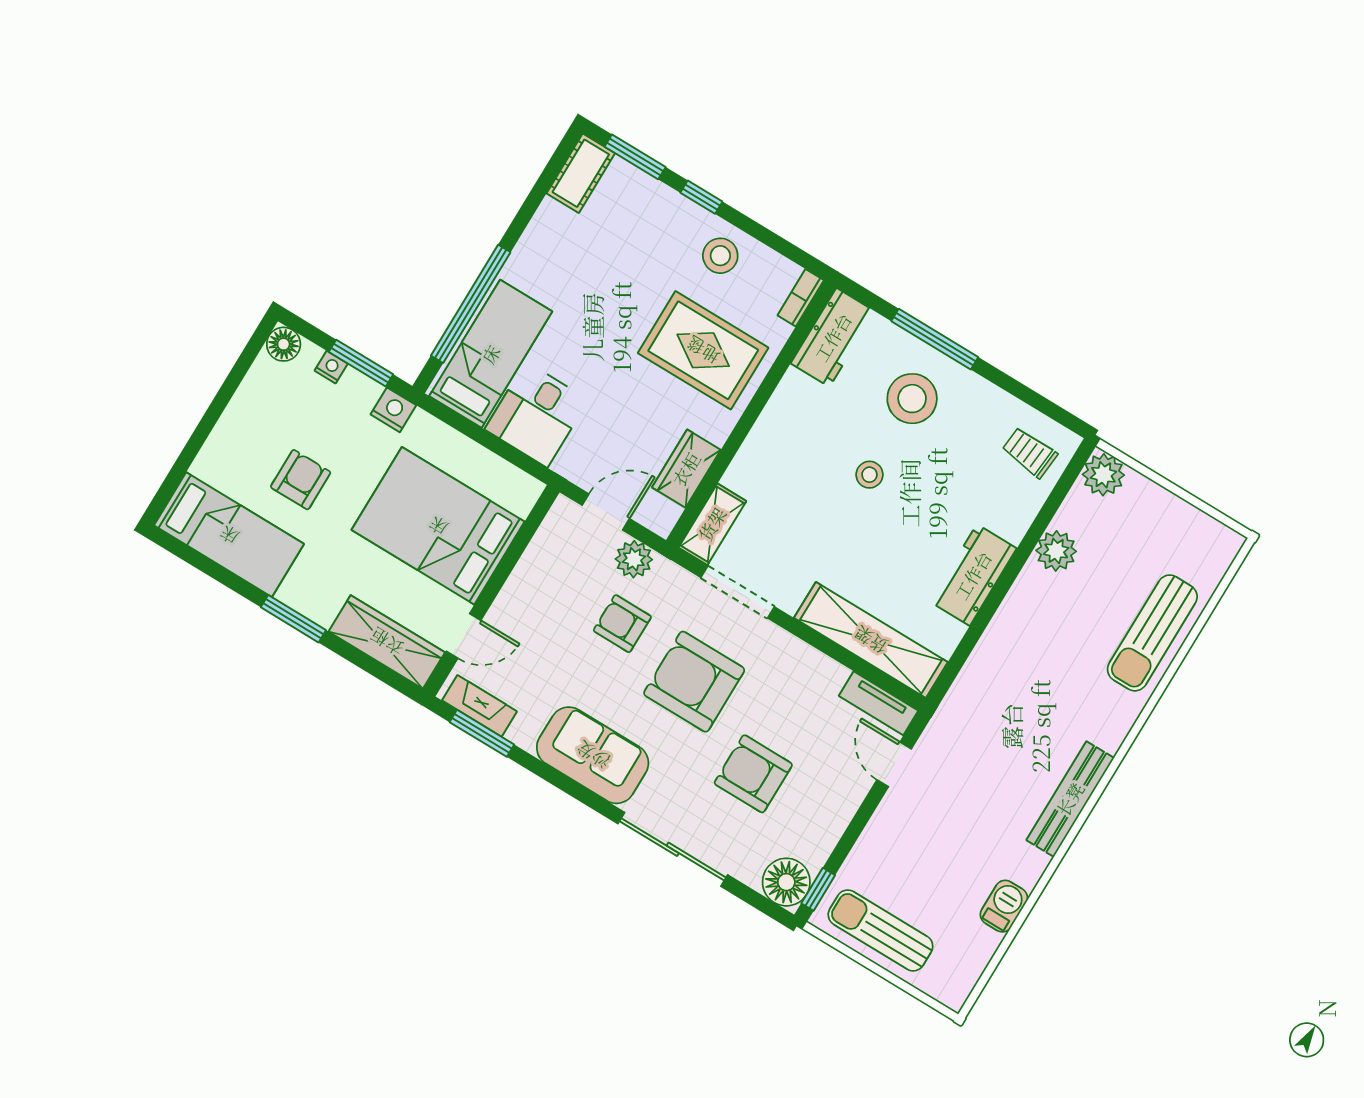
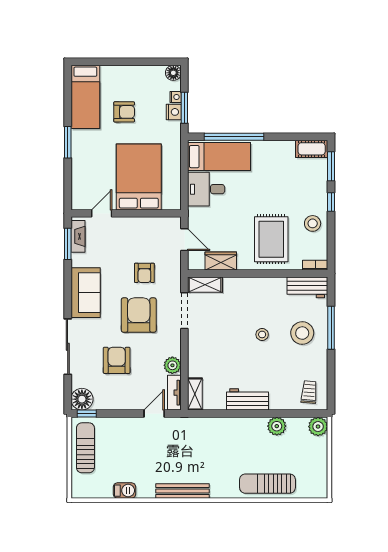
nightstand: (393, 410) -> (174, 112), moved
plant: (634, 559) -> (172, 365), moved
armchair: (622, 624) -> (144, 273), turned 180
door: (464, 636) -> (102, 213), swing flipped
shelving: (871, 640) -> (195, 394), width x0.45, depth x0.75
wardrobe: (387, 642) -> (81, 185), removed

